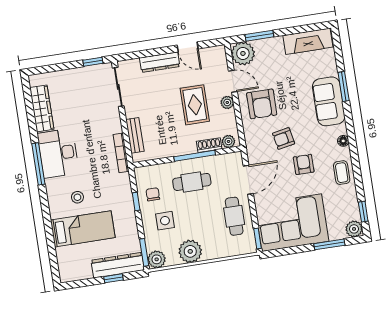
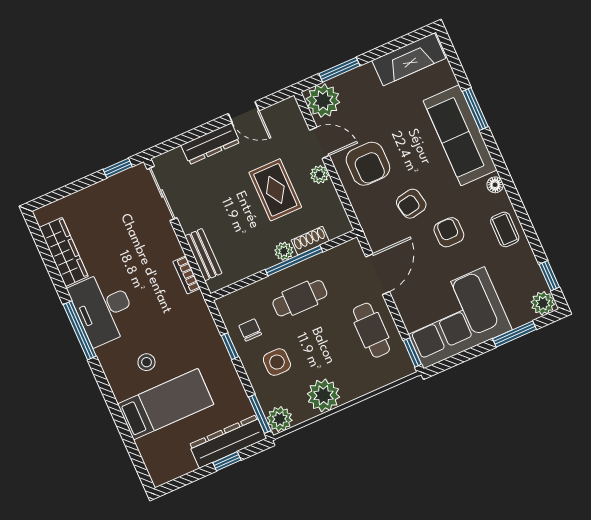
sofa: (329, 101) -> (460, 135), width x1.36
plant: (228, 141) -> (284, 251), moved
bookcase: (121, 153) -> (187, 275), width x0.64

